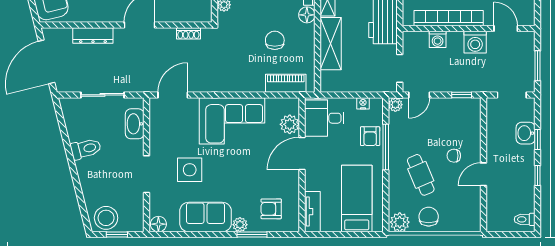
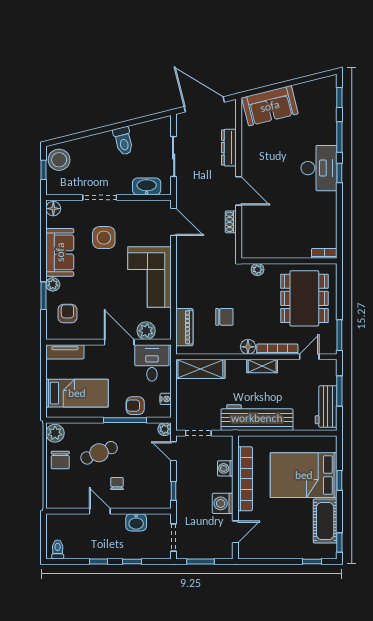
shoe rack: (188, 33) -> (231, 222), moved
shelving: (331, 44) -> (200, 369), moved
washbasin: (526, 133) -> (136, 522), moved, turned 180
chair: (429, 217) -> (60, 460), turned 90

